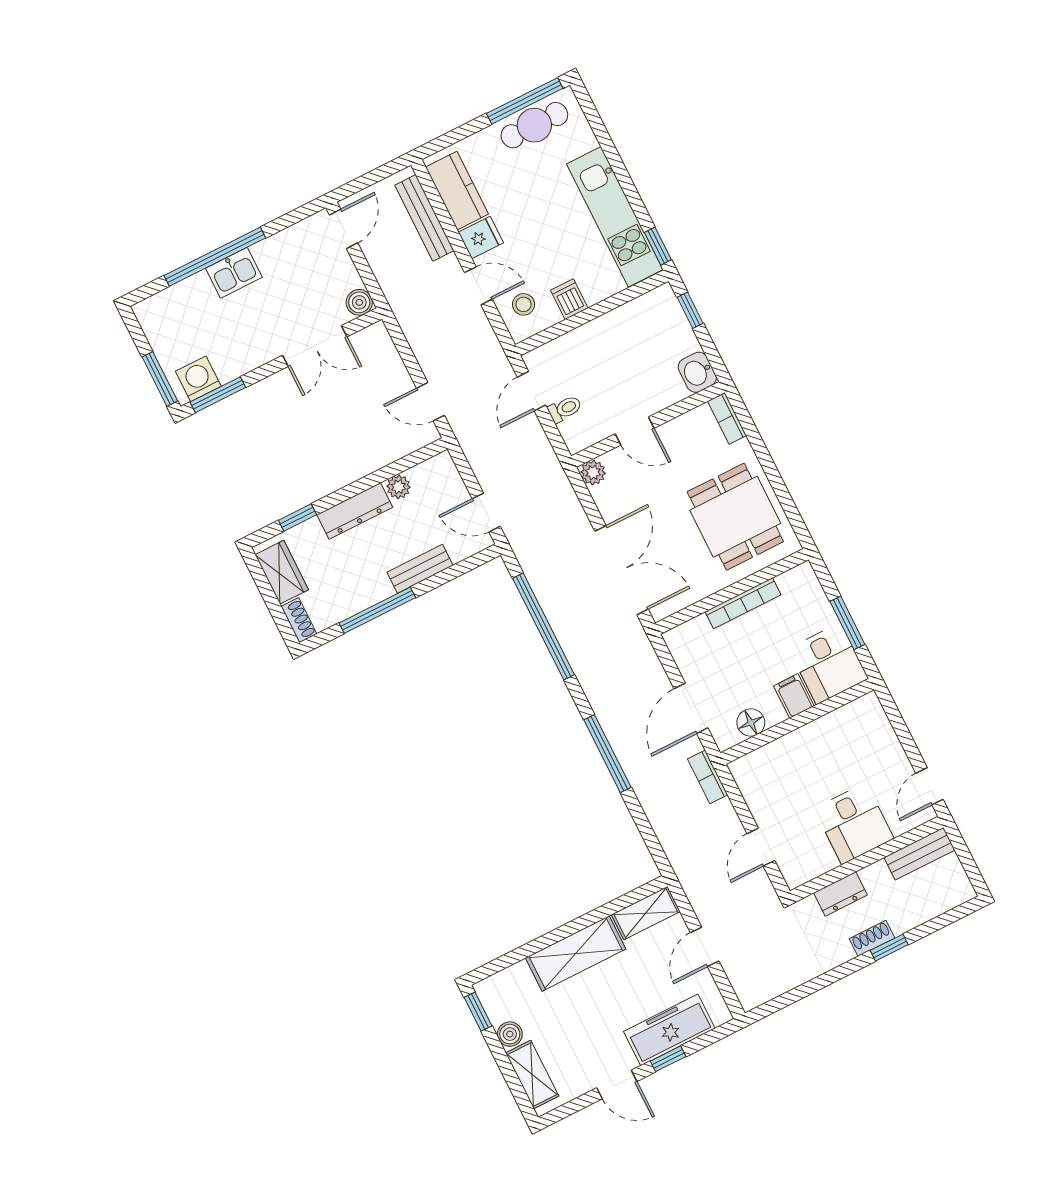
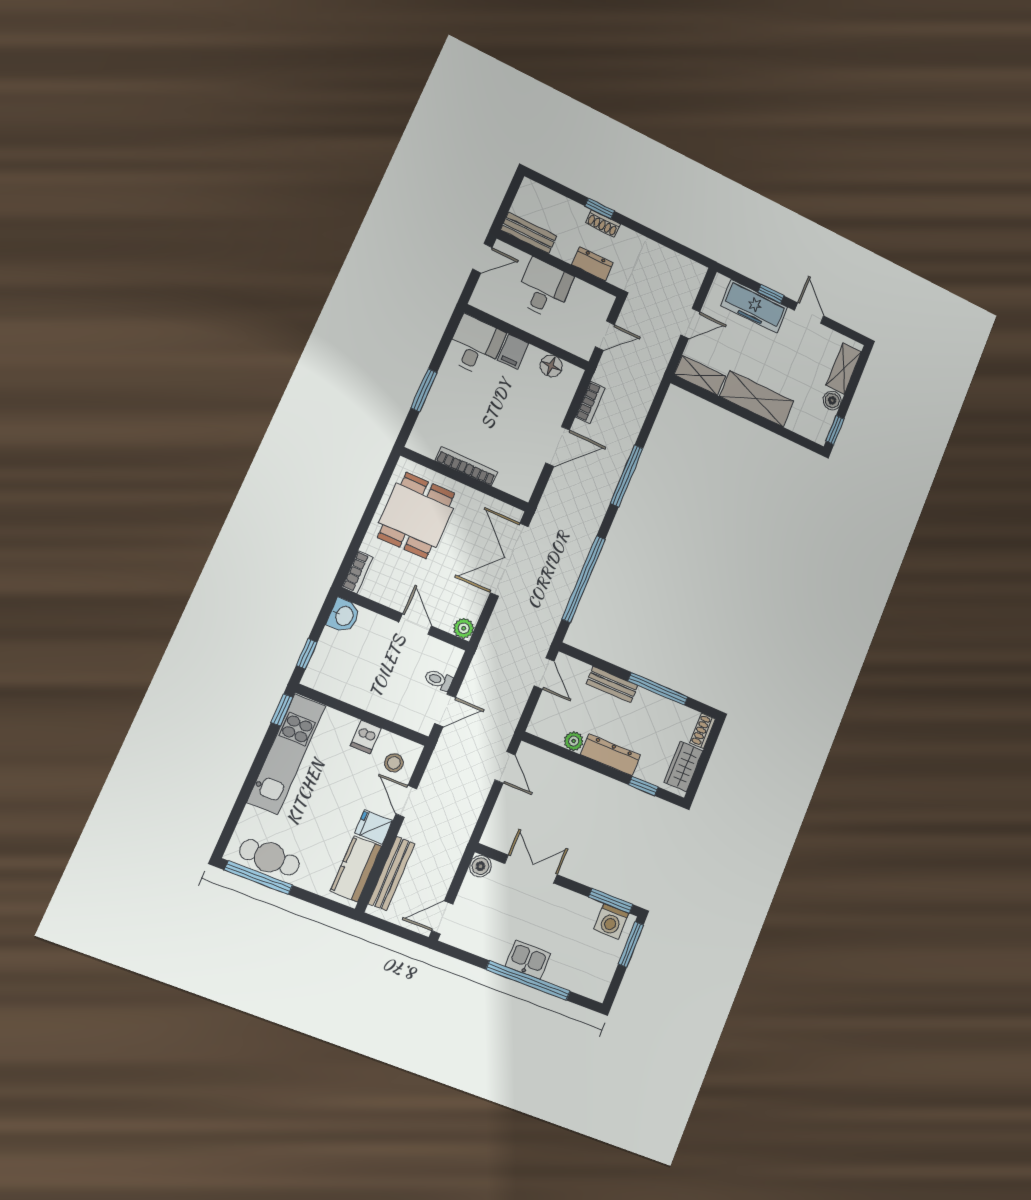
desk: (828, 664) -> (475, 345), moved
filing cabinet: (794, 696) -> (513, 352), moved
wall: (797, 721) -> (527, 337), moved
floor lamp: (751, 723) -> (551, 366), moved

